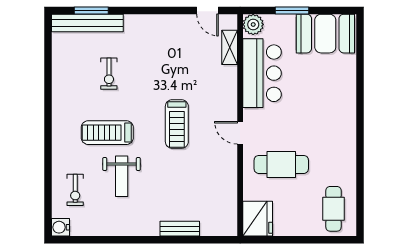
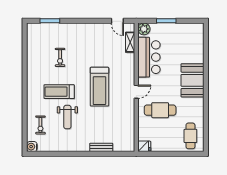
bench: (87, 23) -> (47, 28), removed
booth: (325, 34) -> (192, 80), moved, turned 90
treadmill: (177, 124) -> (99, 87), width x1.37, depth x1.38
door: (240, 133) -> (136, 92), swing flipped
fridge: (258, 219) -> (144, 146), width x0.53, depth x0.75

